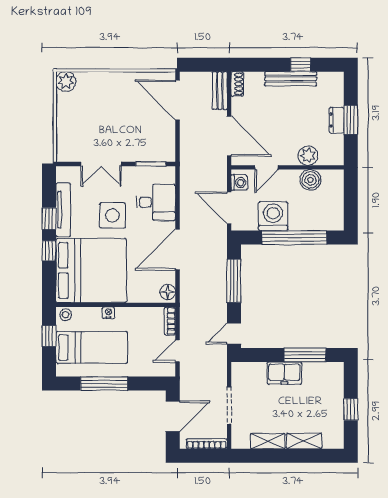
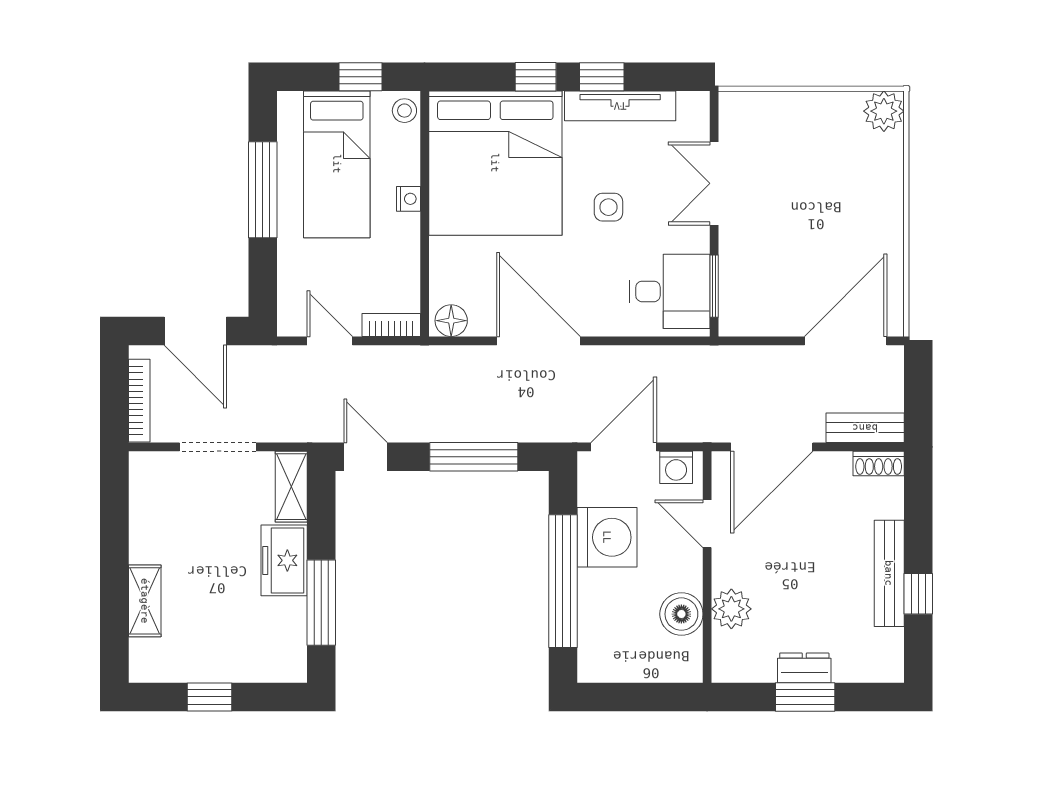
desk: (156, 202) -> (670, 291), moved, turned -90
side table: (112, 215) -> (608, 207), width x0.54, depth x0.54
shelving: (268, 441) -> (291, 487), moved

